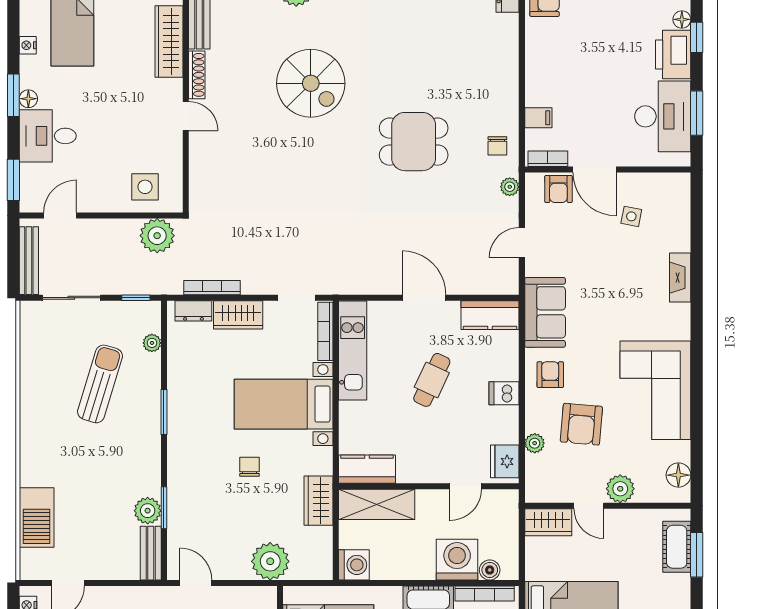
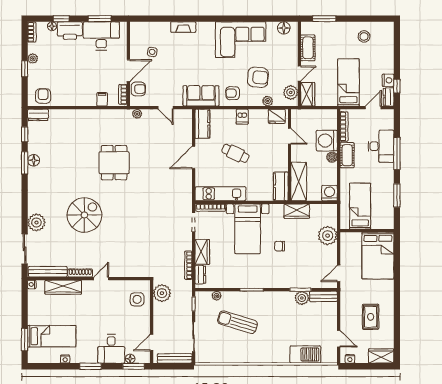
floor lamp: (28, 99) -> (130, 359), moved
chair: (497, 146) -> (116, 120), removed
door: (60, 215) -> (152, 343), hinge flipped
plant: (620, 489) -> (291, 92), moved
cot: (677, 547) -> (308, 48), moved, turned 90
boiler: (490, 570) -> (332, 157), moved

